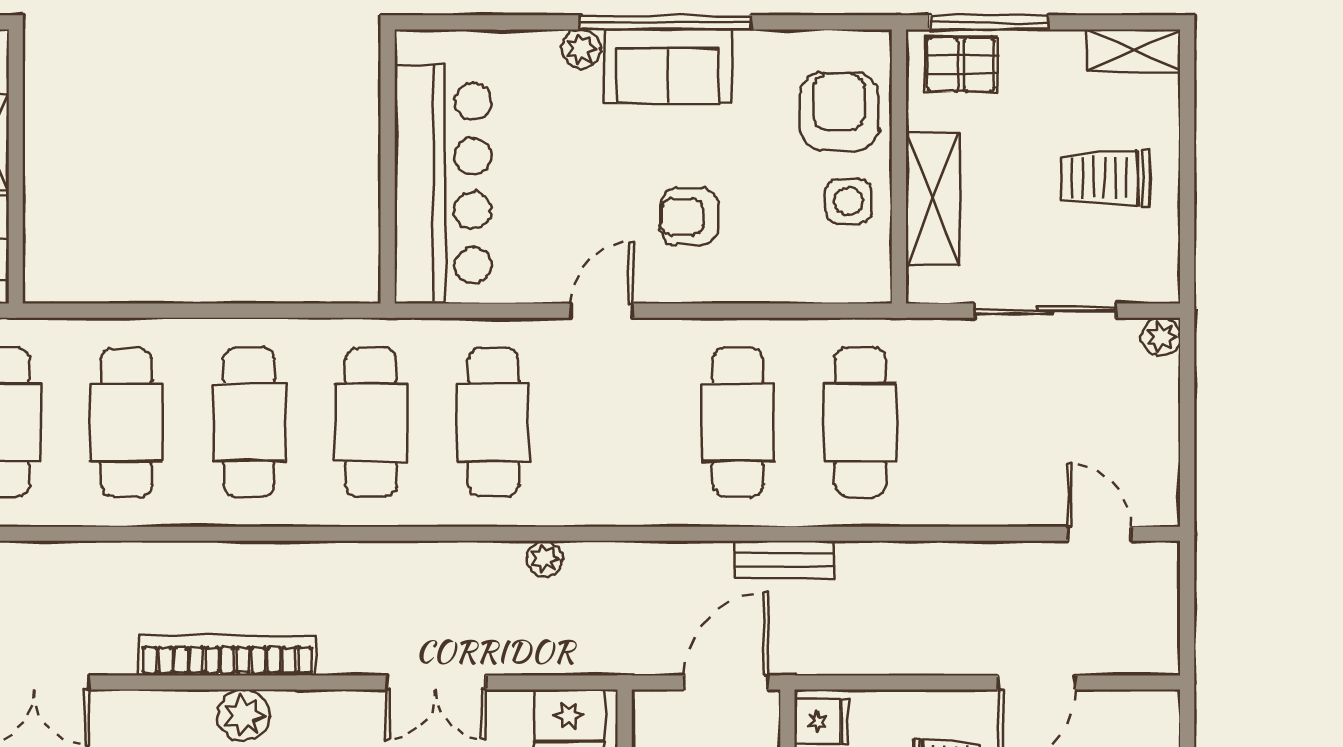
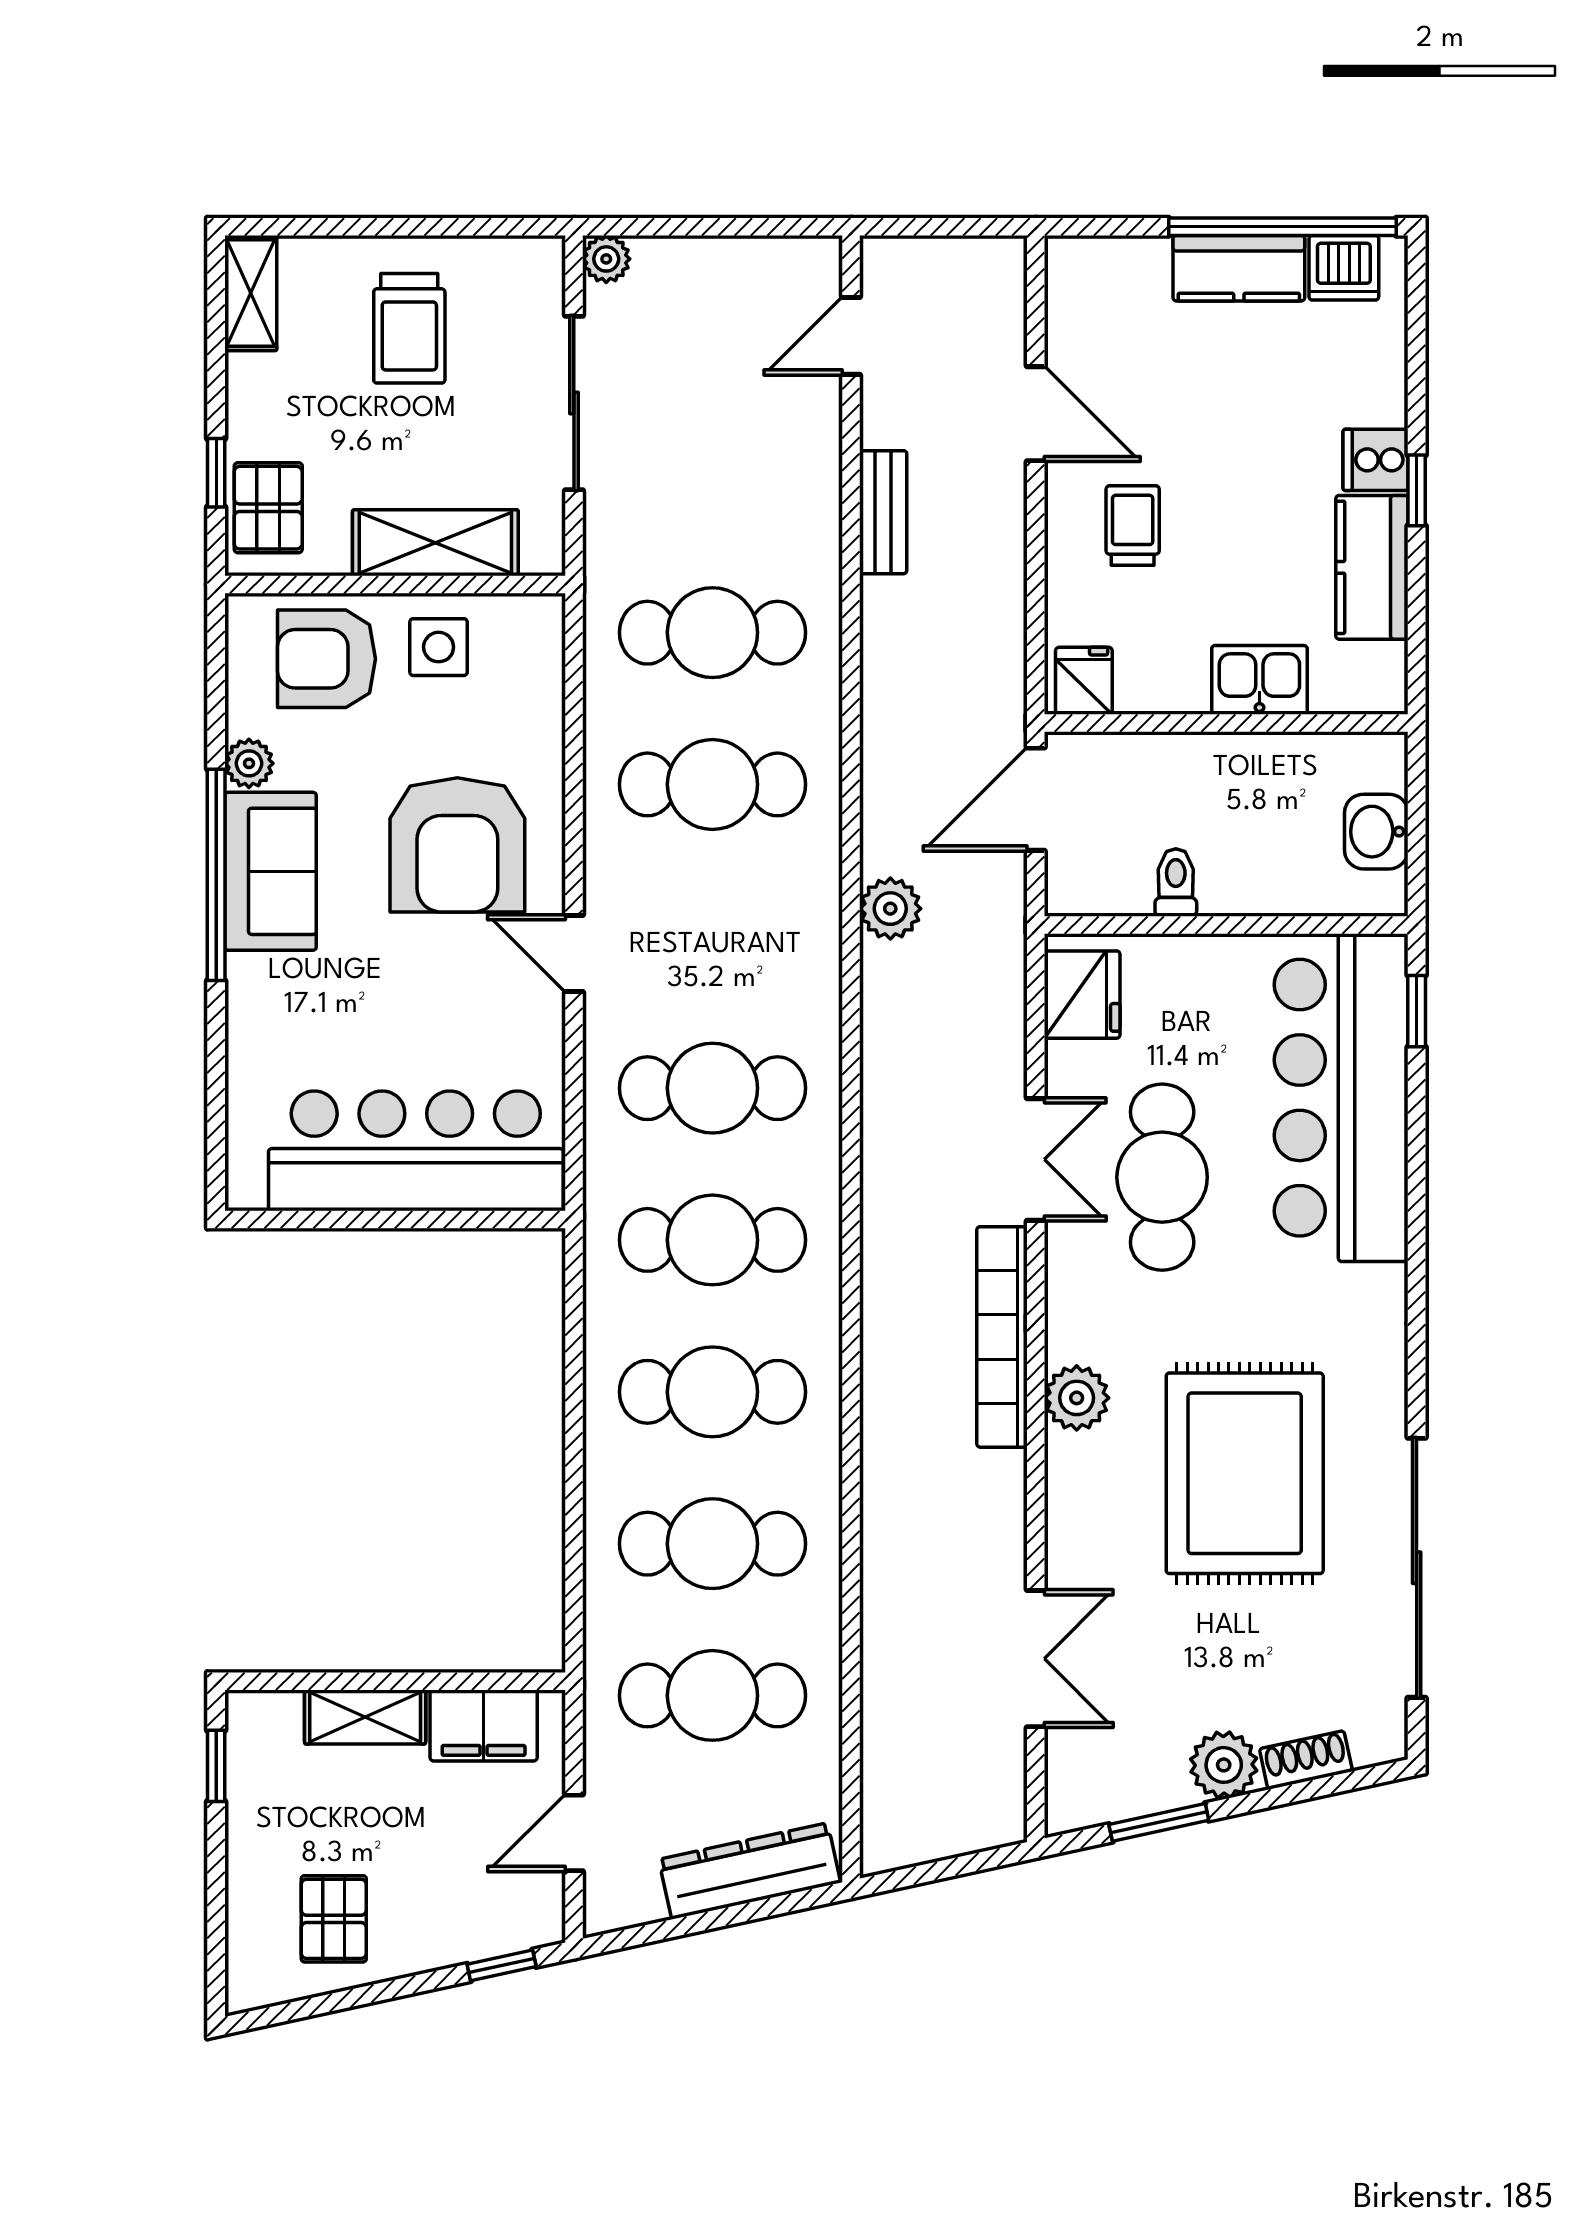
window: (989, 22) -> (216, 473), width x0.46
plant: (581, 49) -> (249, 763), moved
armchair: (689, 217) -> (457, 845), width x1.88, depth x1.88
plant: (545, 559) -> (890, 909), moved, width x1.38, depth x1.38
bench: (784, 560) -> (883, 512), moved
bookcase: (227, 655) -> (1002, 1337), moved
door: (726, 682) -> (1036, 799), hinge flipped

